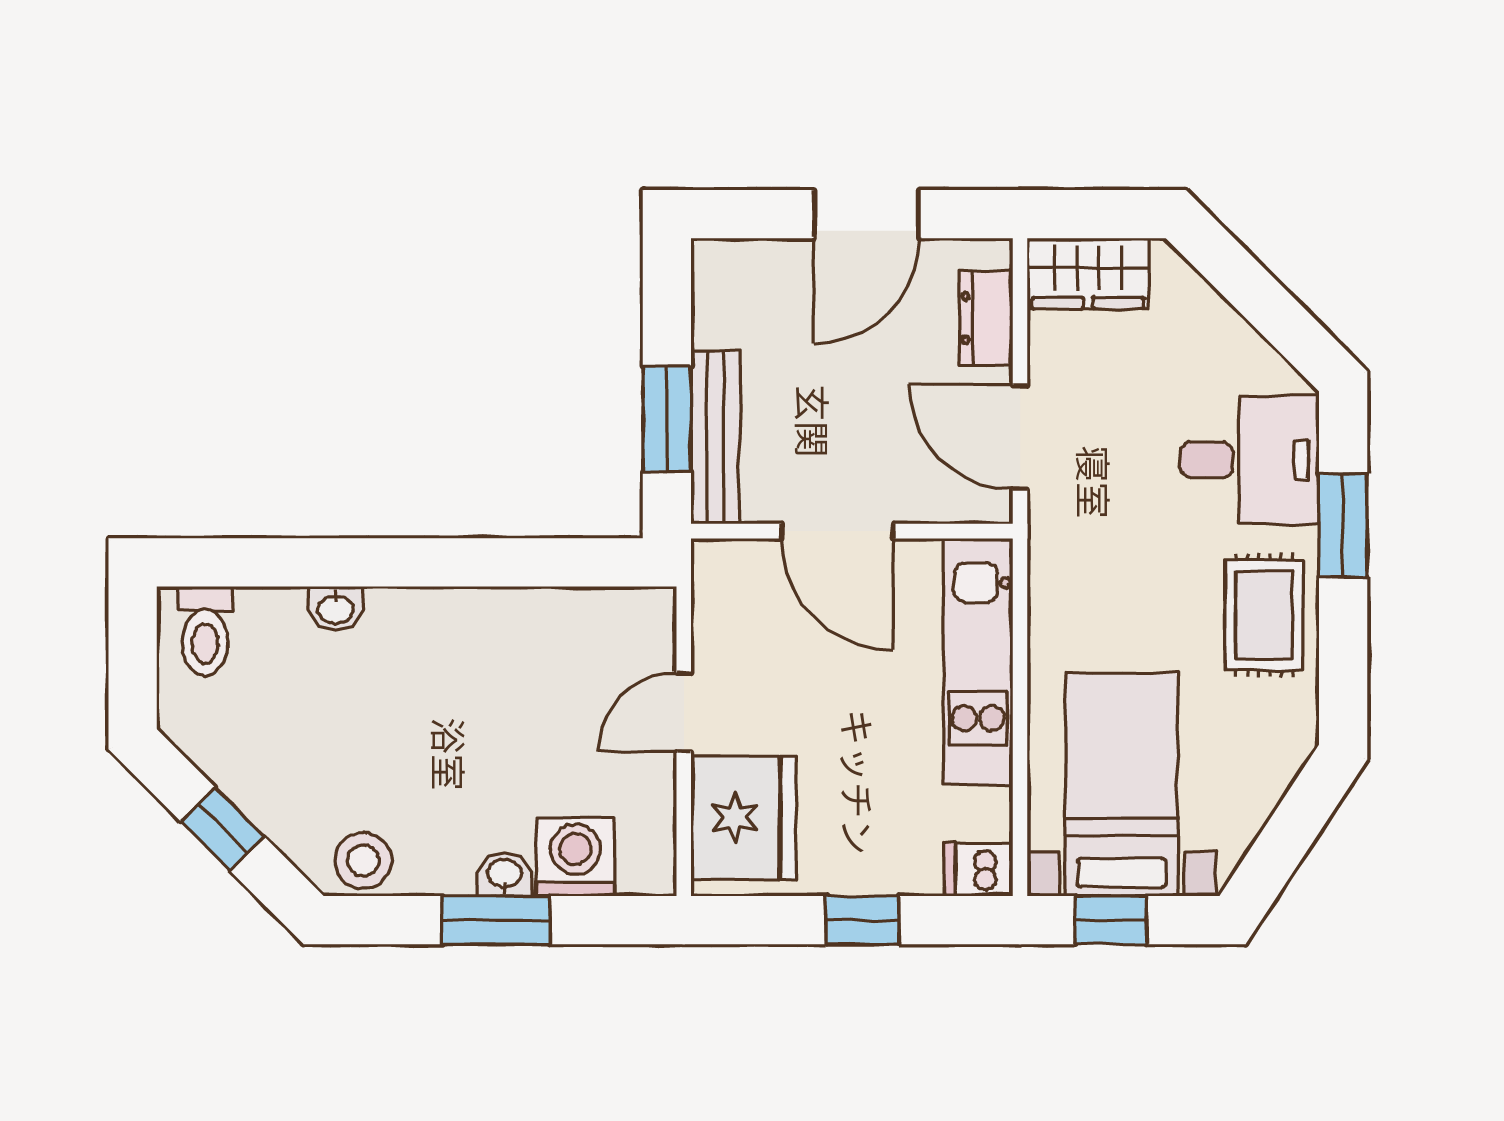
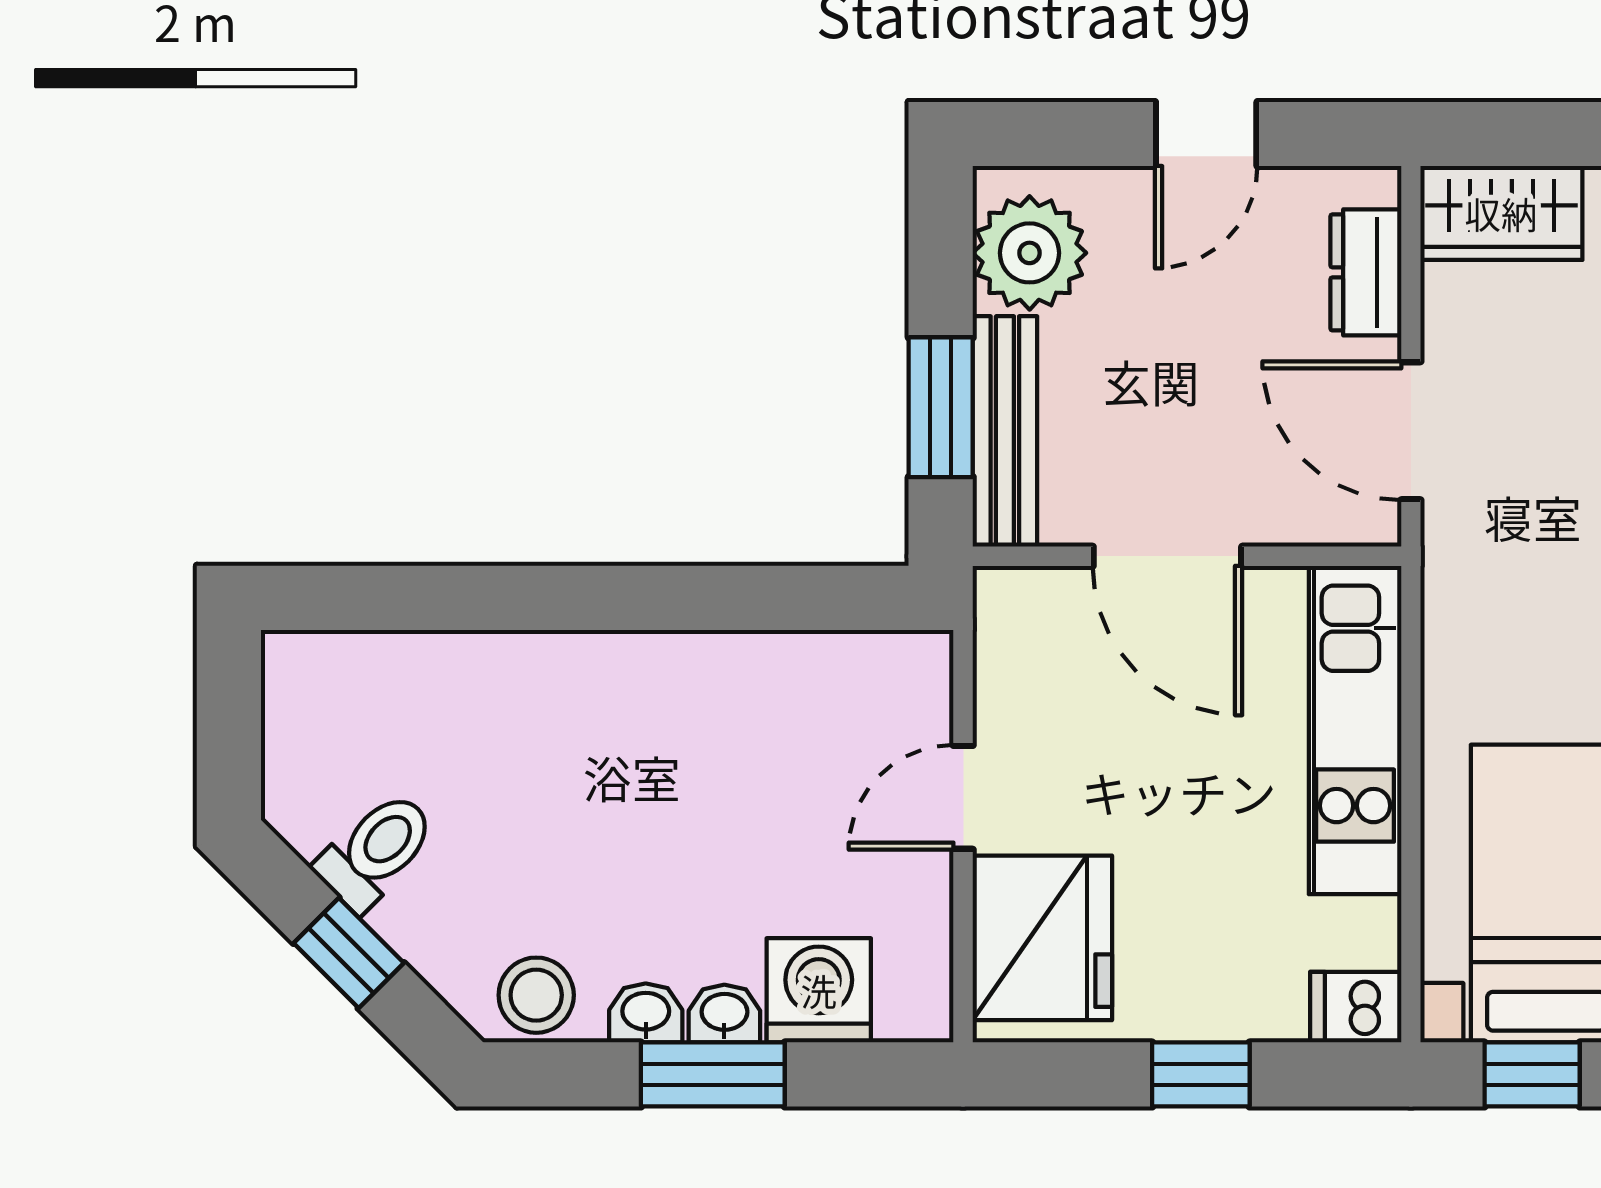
door: (866, 214) -> (1206, 134), width x0.73
plant: (734, 303) -> (1030, 253), added
washbasin: (336, 609) -> (646, 1013), moved, turned 180
toilet: (205, 631) -> (376, 851), moved, turned -135

